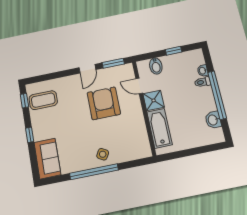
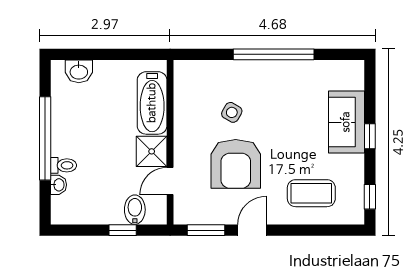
window: (174, 51) -> (123, 230), moved
door: (139, 86) -> (170, 181), swing flipped
coffee table: (43, 100) -> (311, 193), moved
washbasin: (213, 120) -> (79, 71), moved, turned 90
side table: (103, 154) -> (232, 112), moved
sofa: (47, 159) -> (346, 122), moved

